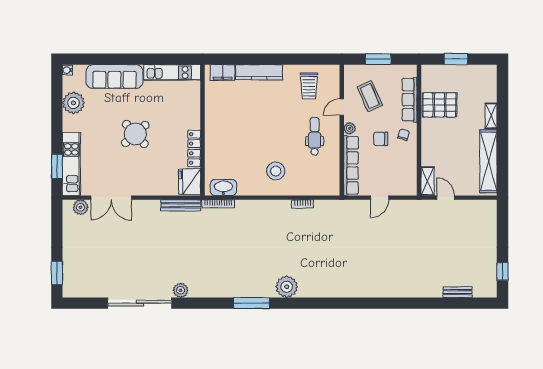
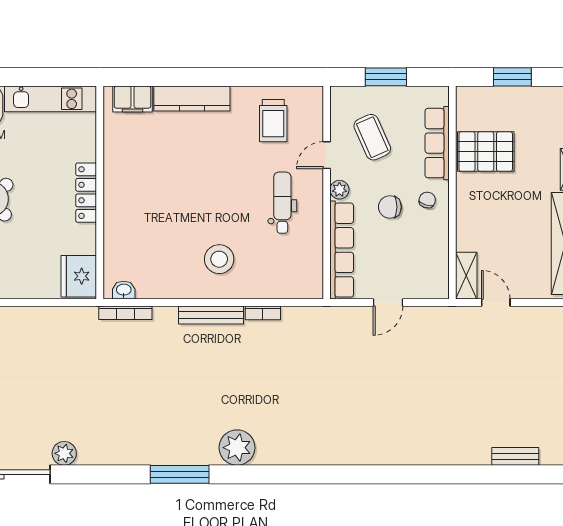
locker: (194, 148) -> (86, 193), moved
washbasin: (223, 188) -> (124, 290), width x0.52, depth x0.69
bench: (181, 205) -> (211, 315), moved

